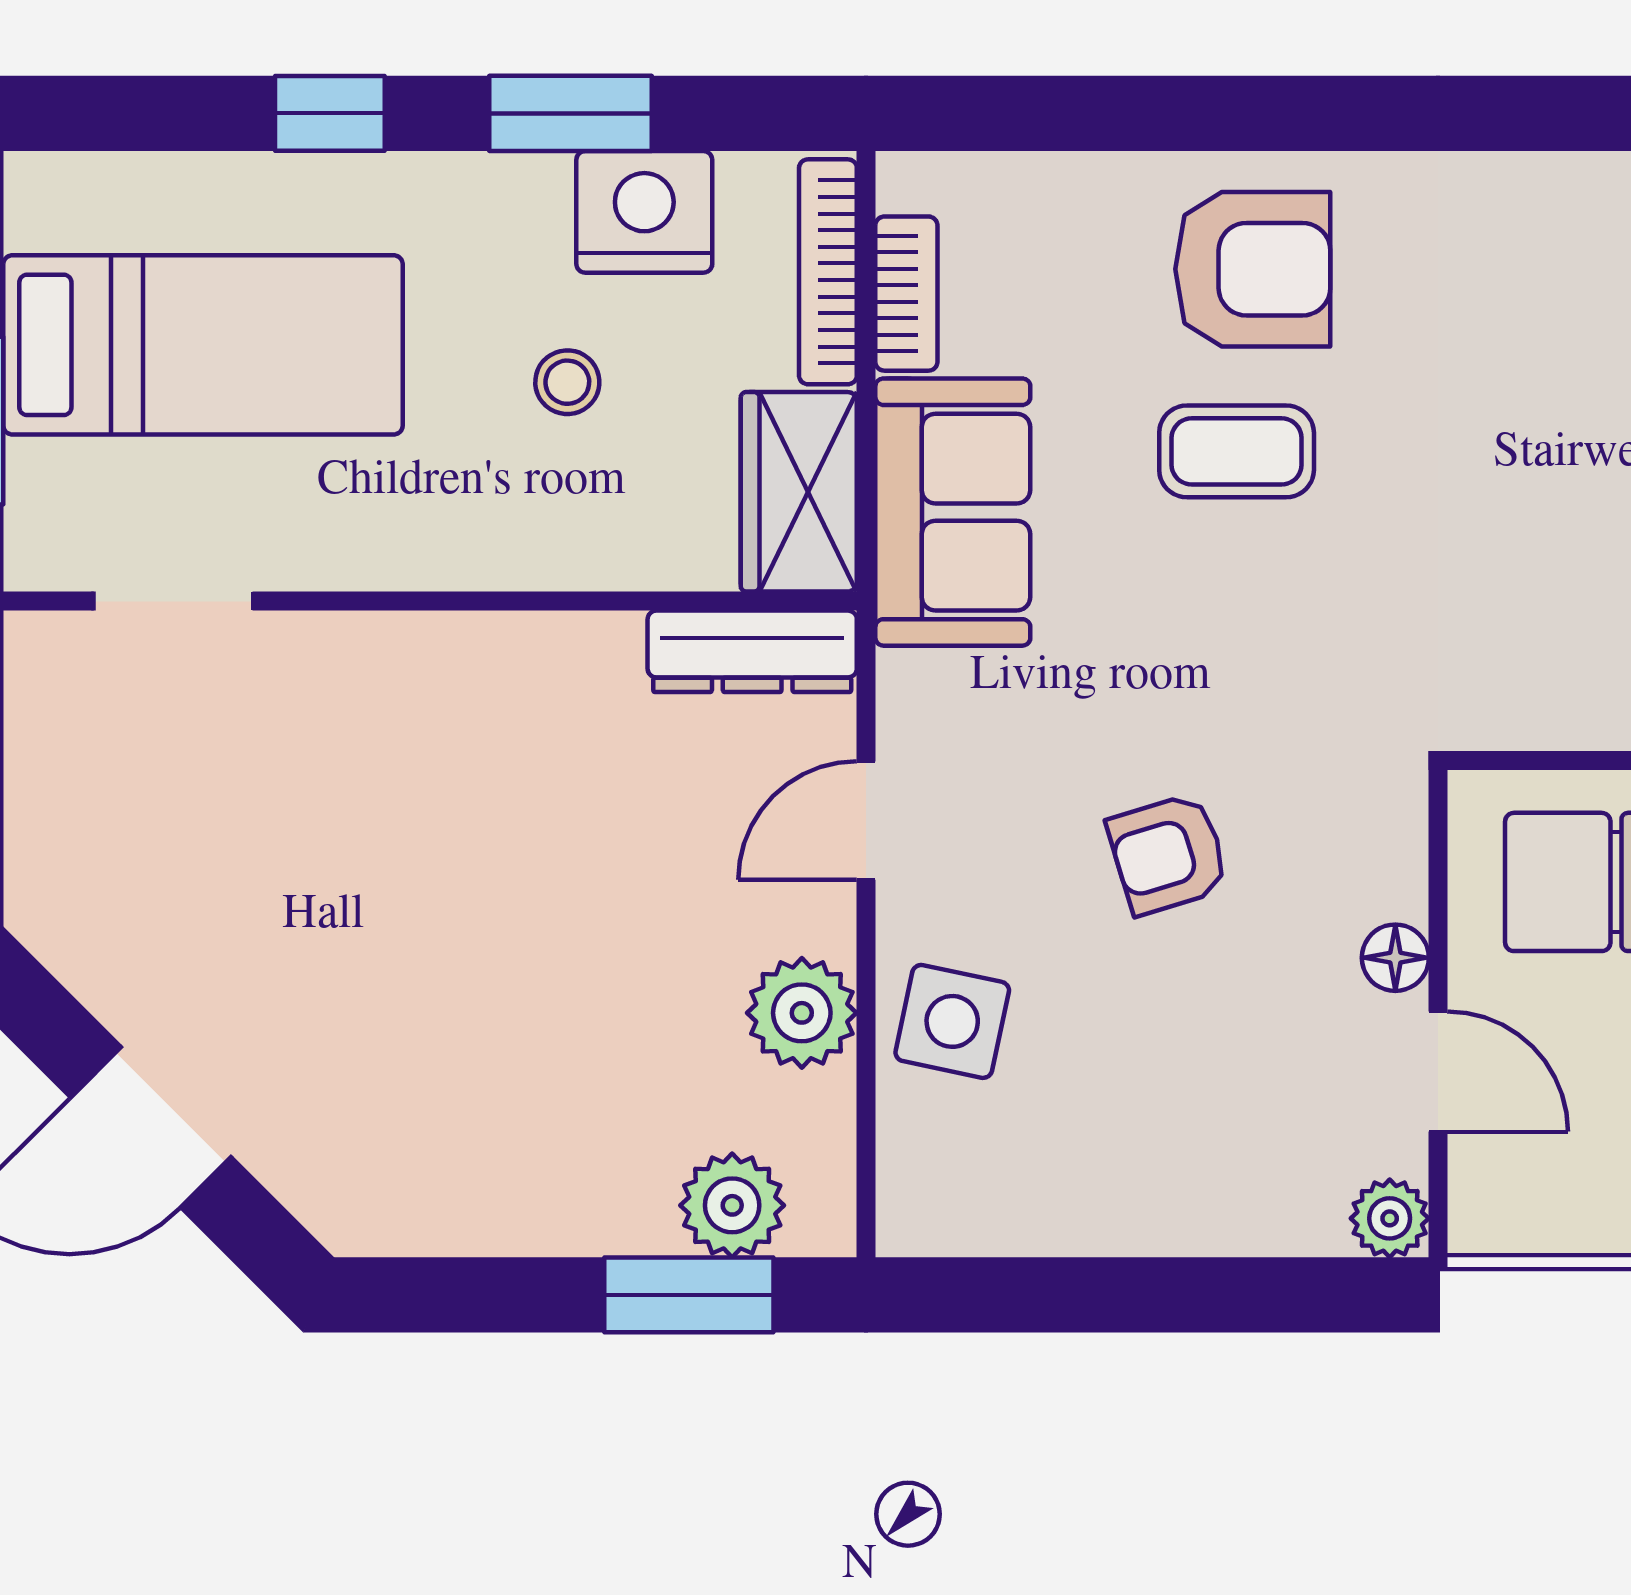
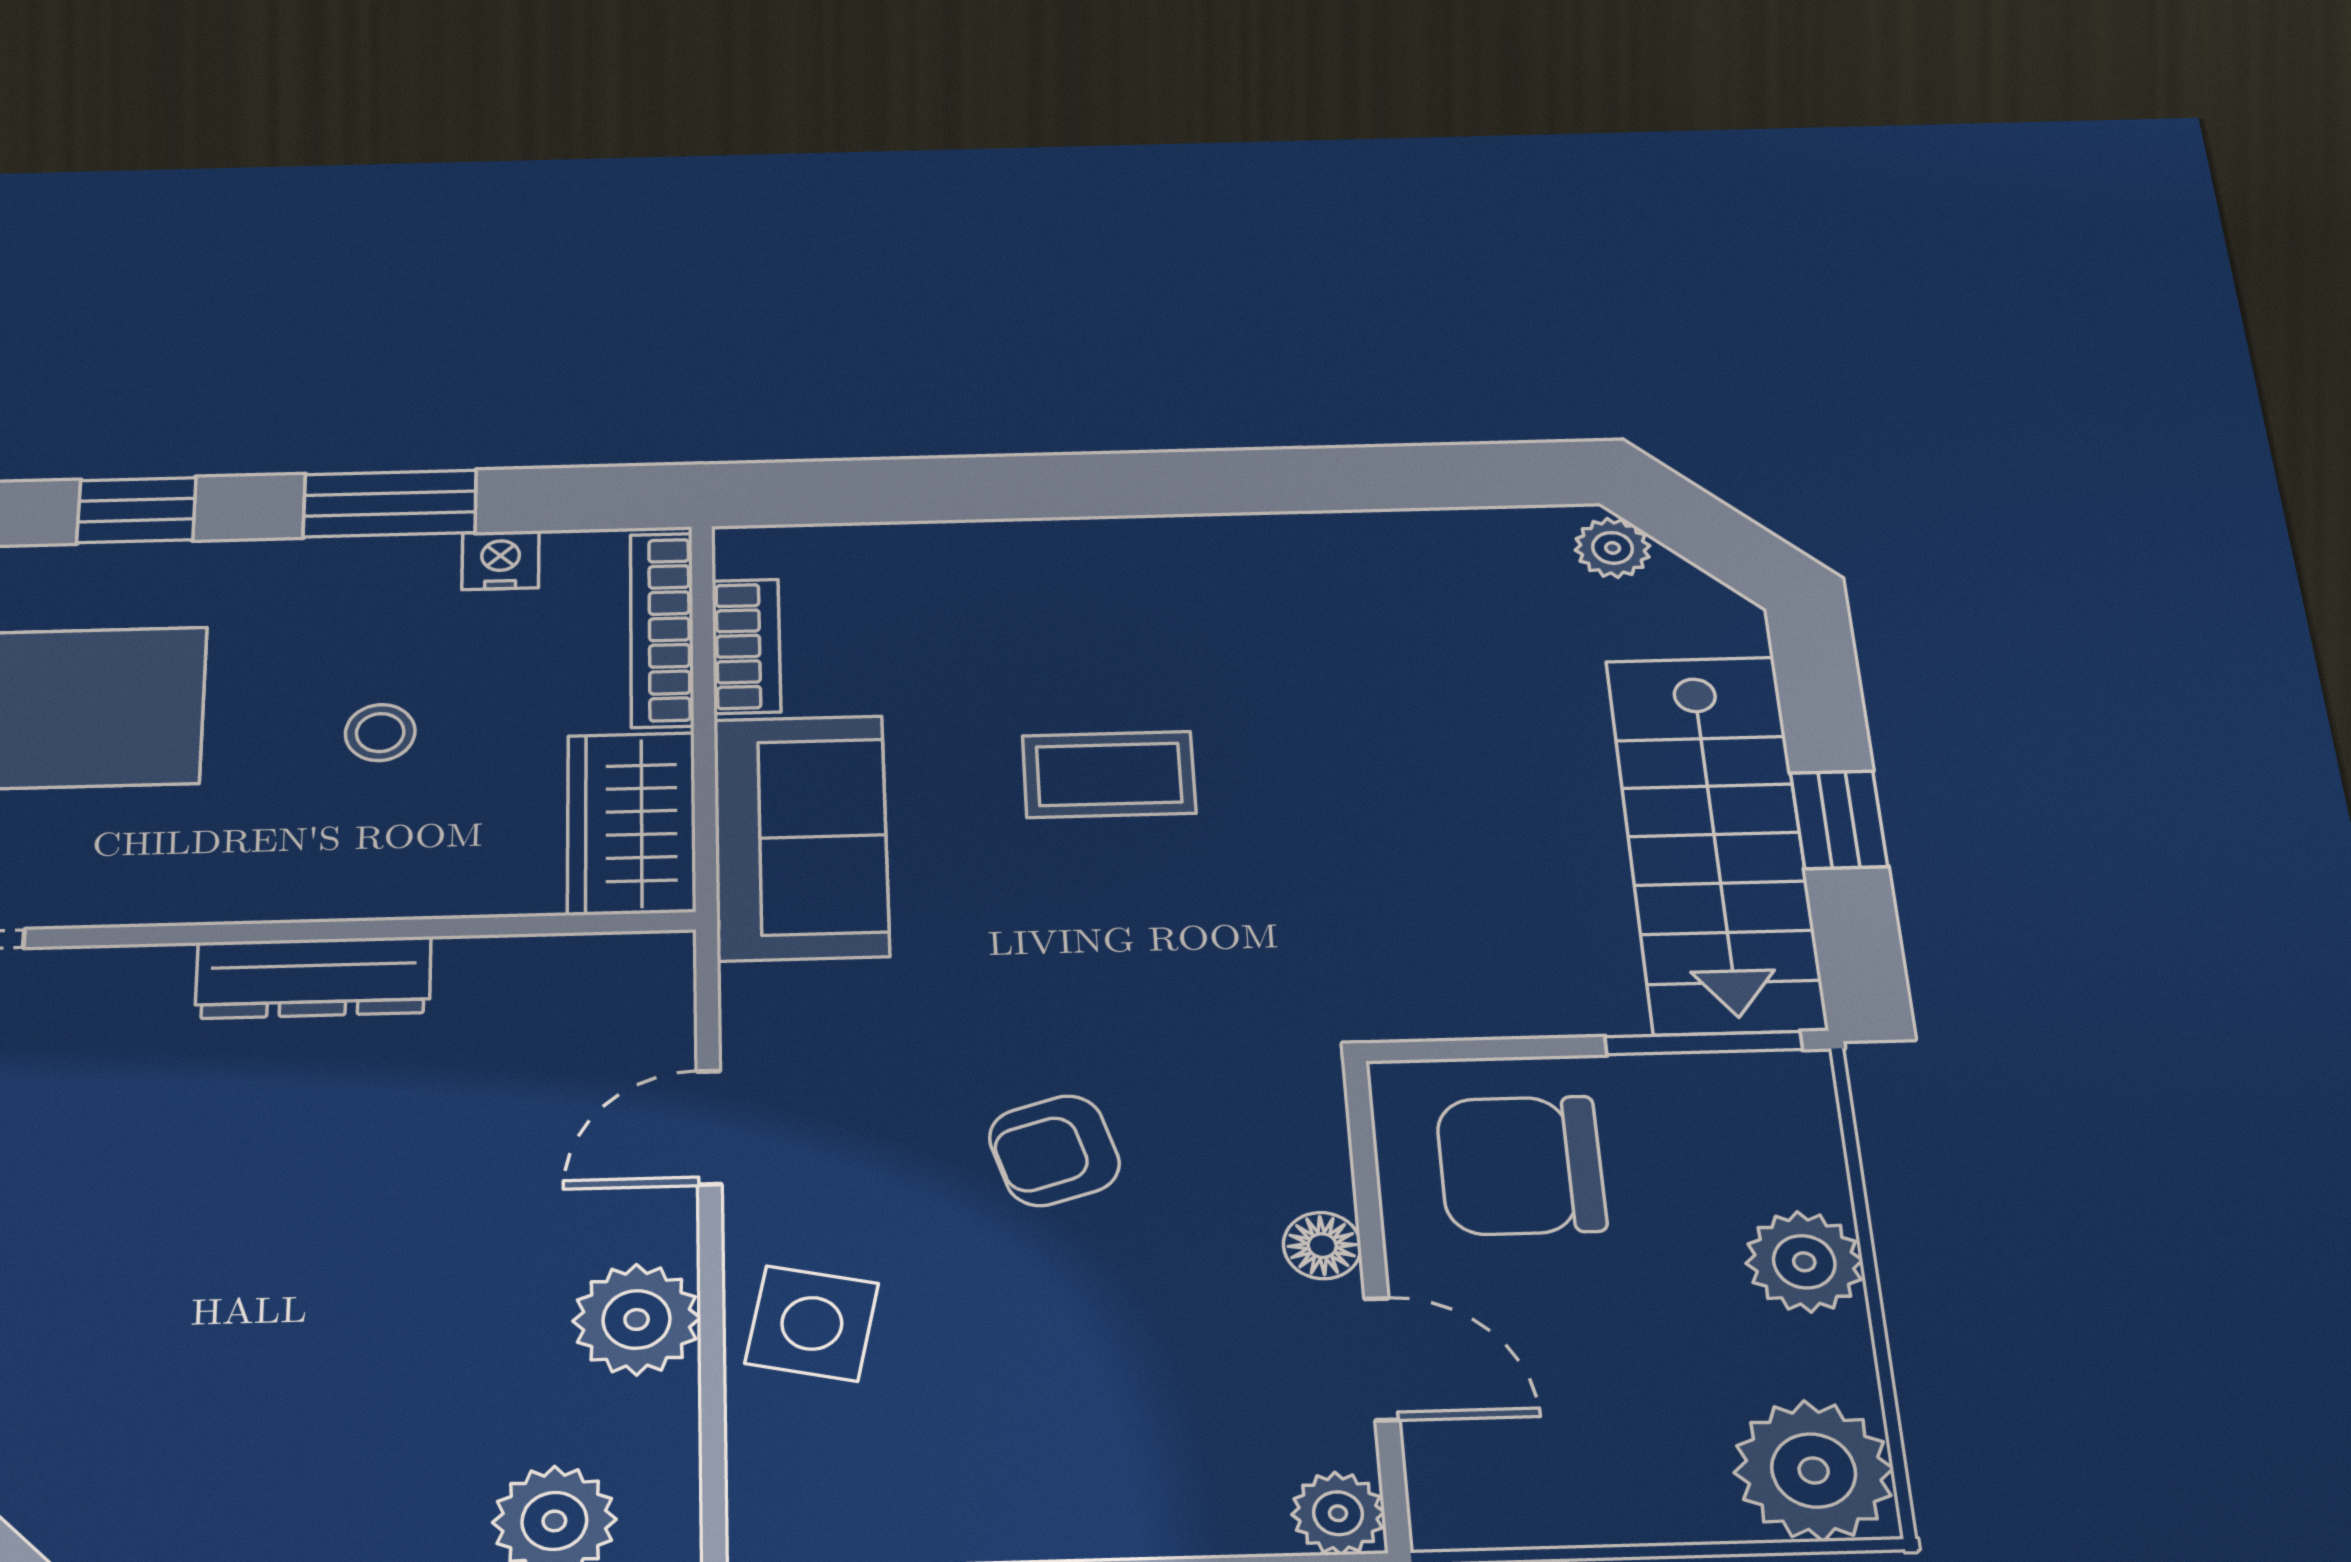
nightstand: (644, 212) -> (500, 560), width x0.53, depth x0.56
armchair: (1253, 269) -> (1116, 615), removed
dresser: (752, 651) -> (313, 977), moved

